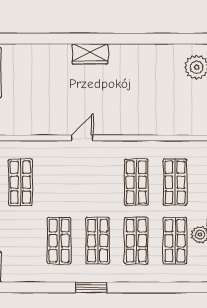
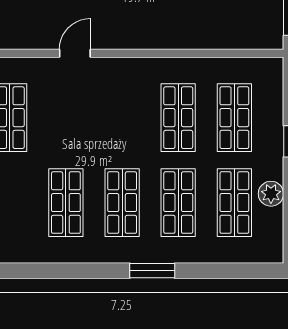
door: (82, 138) -> (75, 53), moved
window: (91, 287) -> (152, 271), moved

